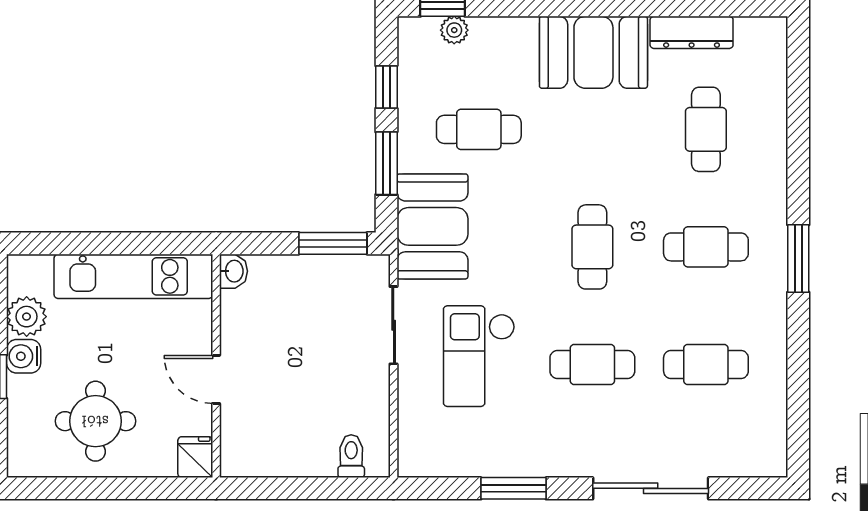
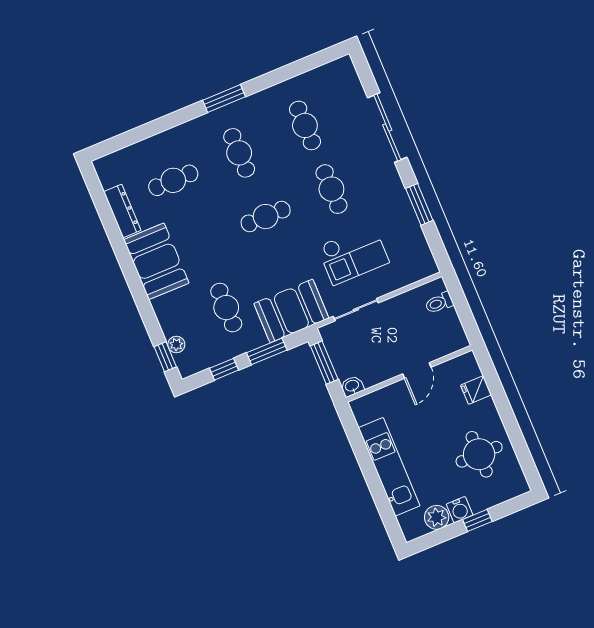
washbasin: (233, 271) -> (352, 386), moved
wall: (216, 366) -> (409, 374), moved
door: (216, 379) -> (417, 371), moved

